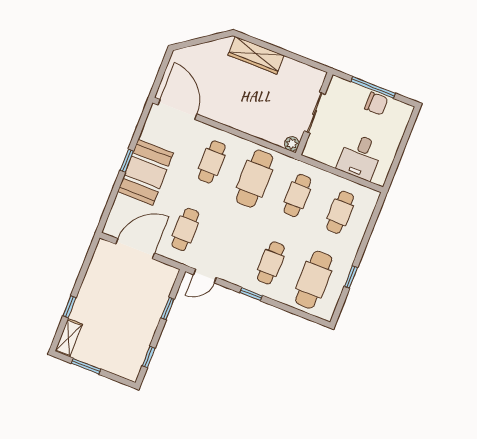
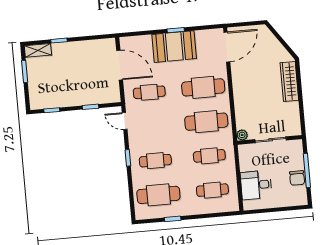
cafe table: (212, 162) -> (203, 87), width x1.37, depth x1.35

